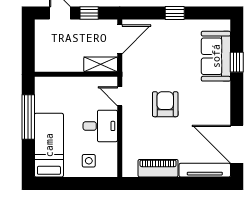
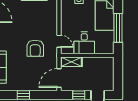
armchair: (165, 104) -> (35, 48), moved
desk: (100, 126) -> (84, 43), moved, turned -90

